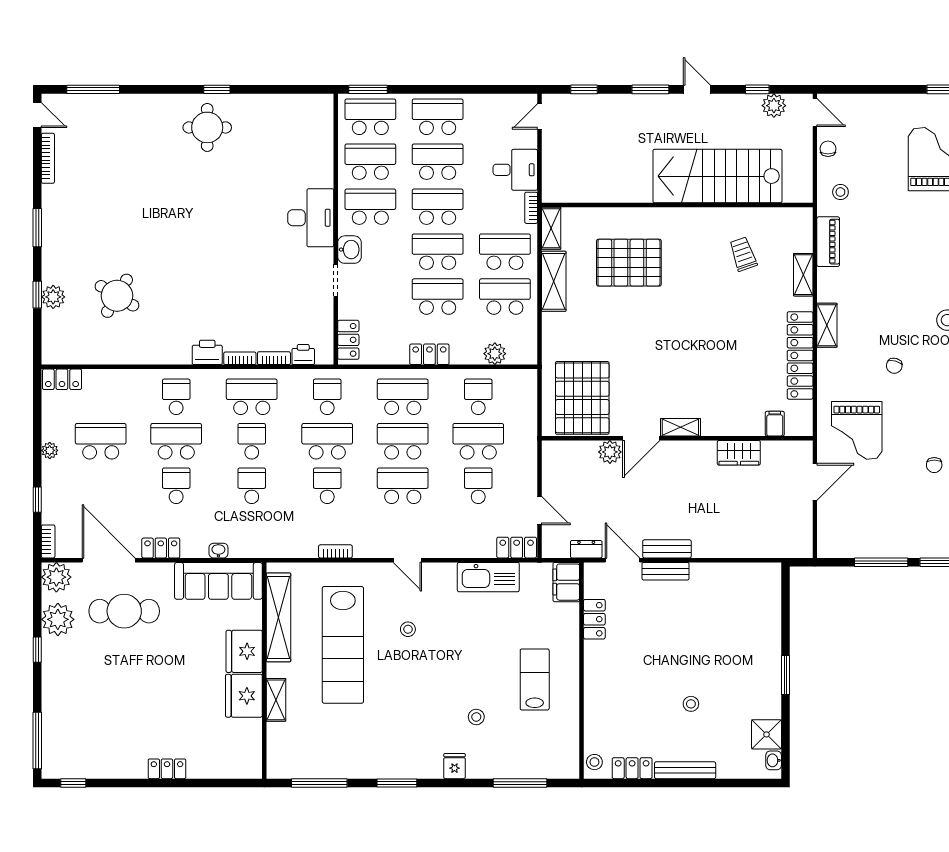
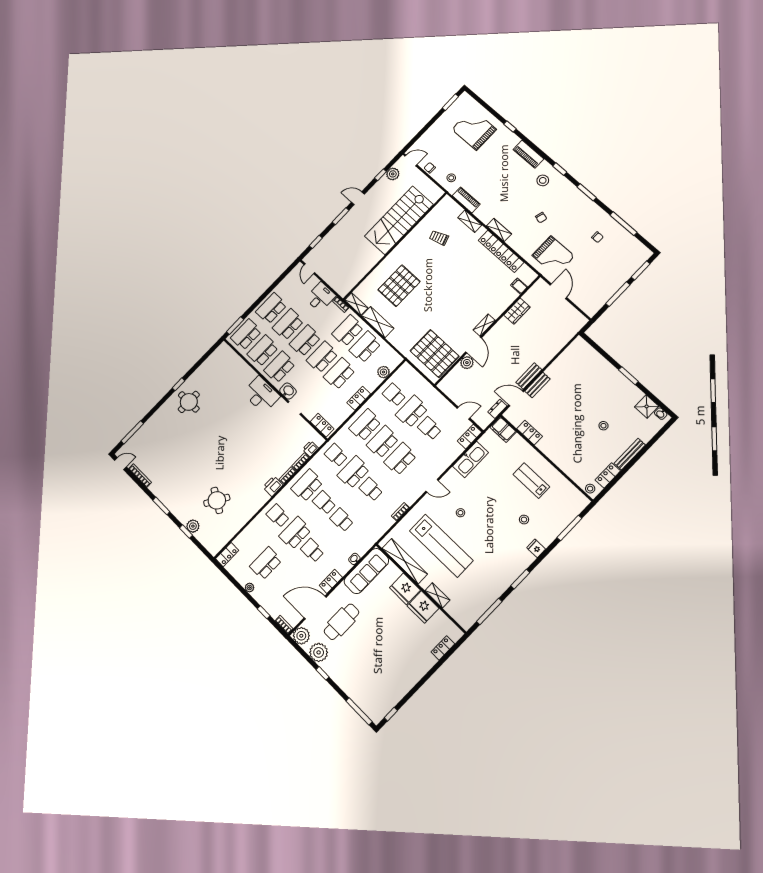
locker: (167, 769) -> (443, 648), moved

